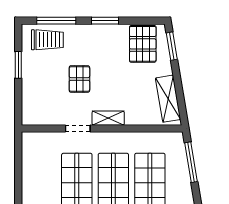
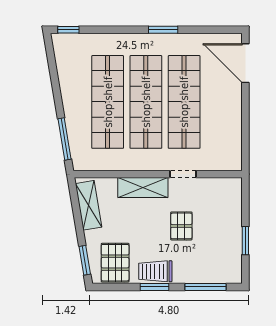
trolley: (47, 40) -> (155, 271), moved
shelving: (108, 118) -> (143, 187), width x1.50, depth x1.33

